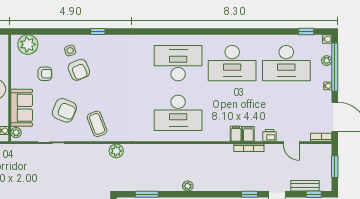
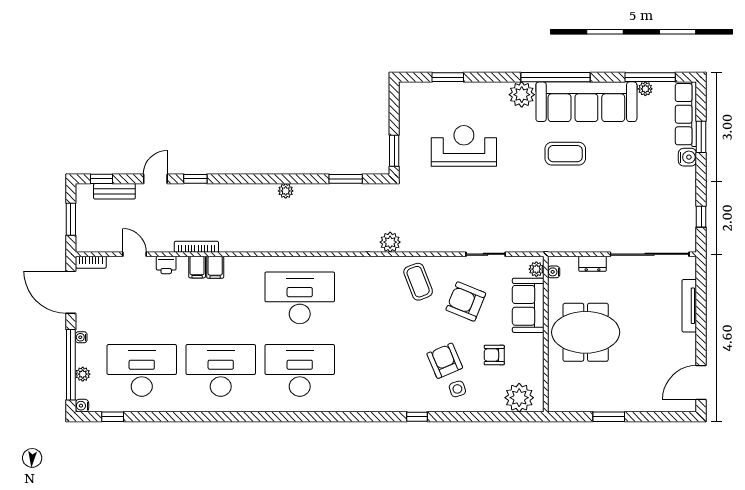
desk: (178, 63) -> (300, 370), turned 180

